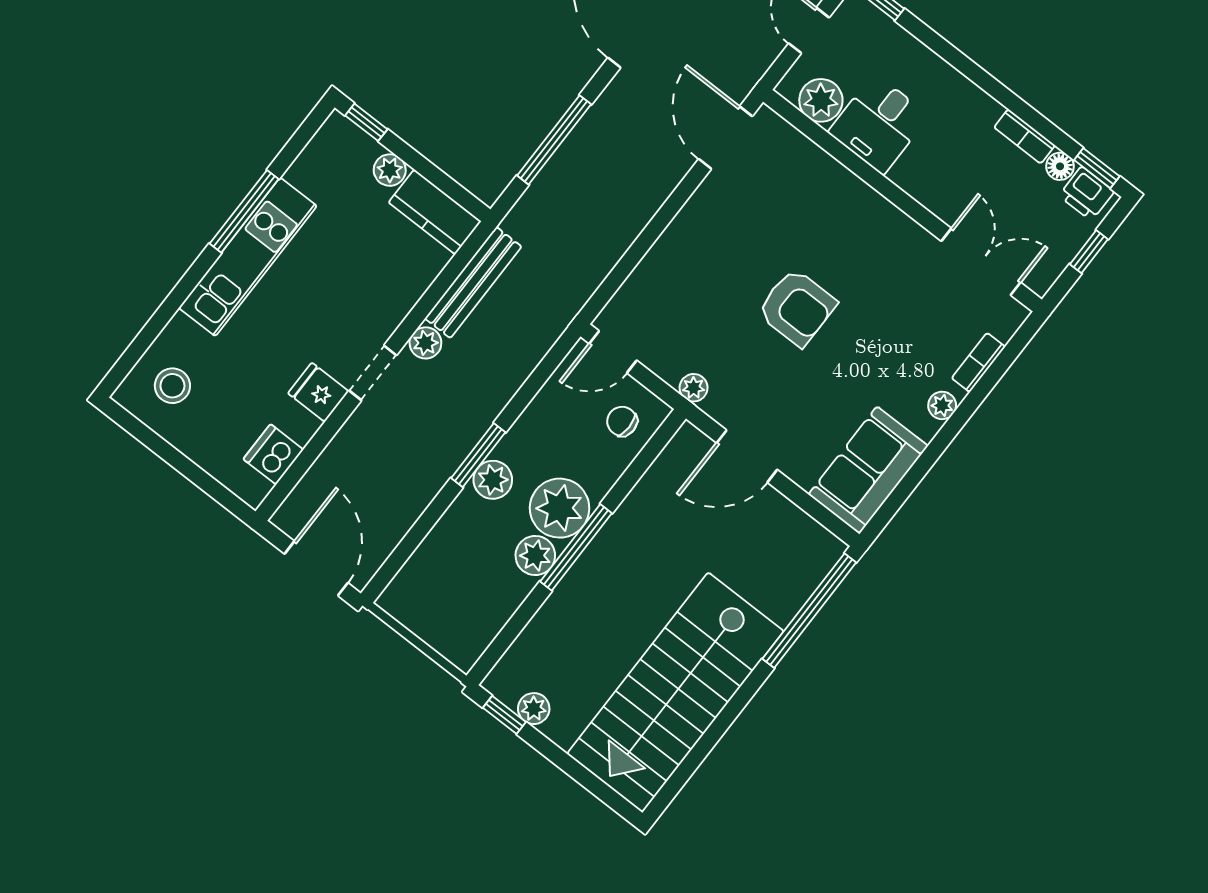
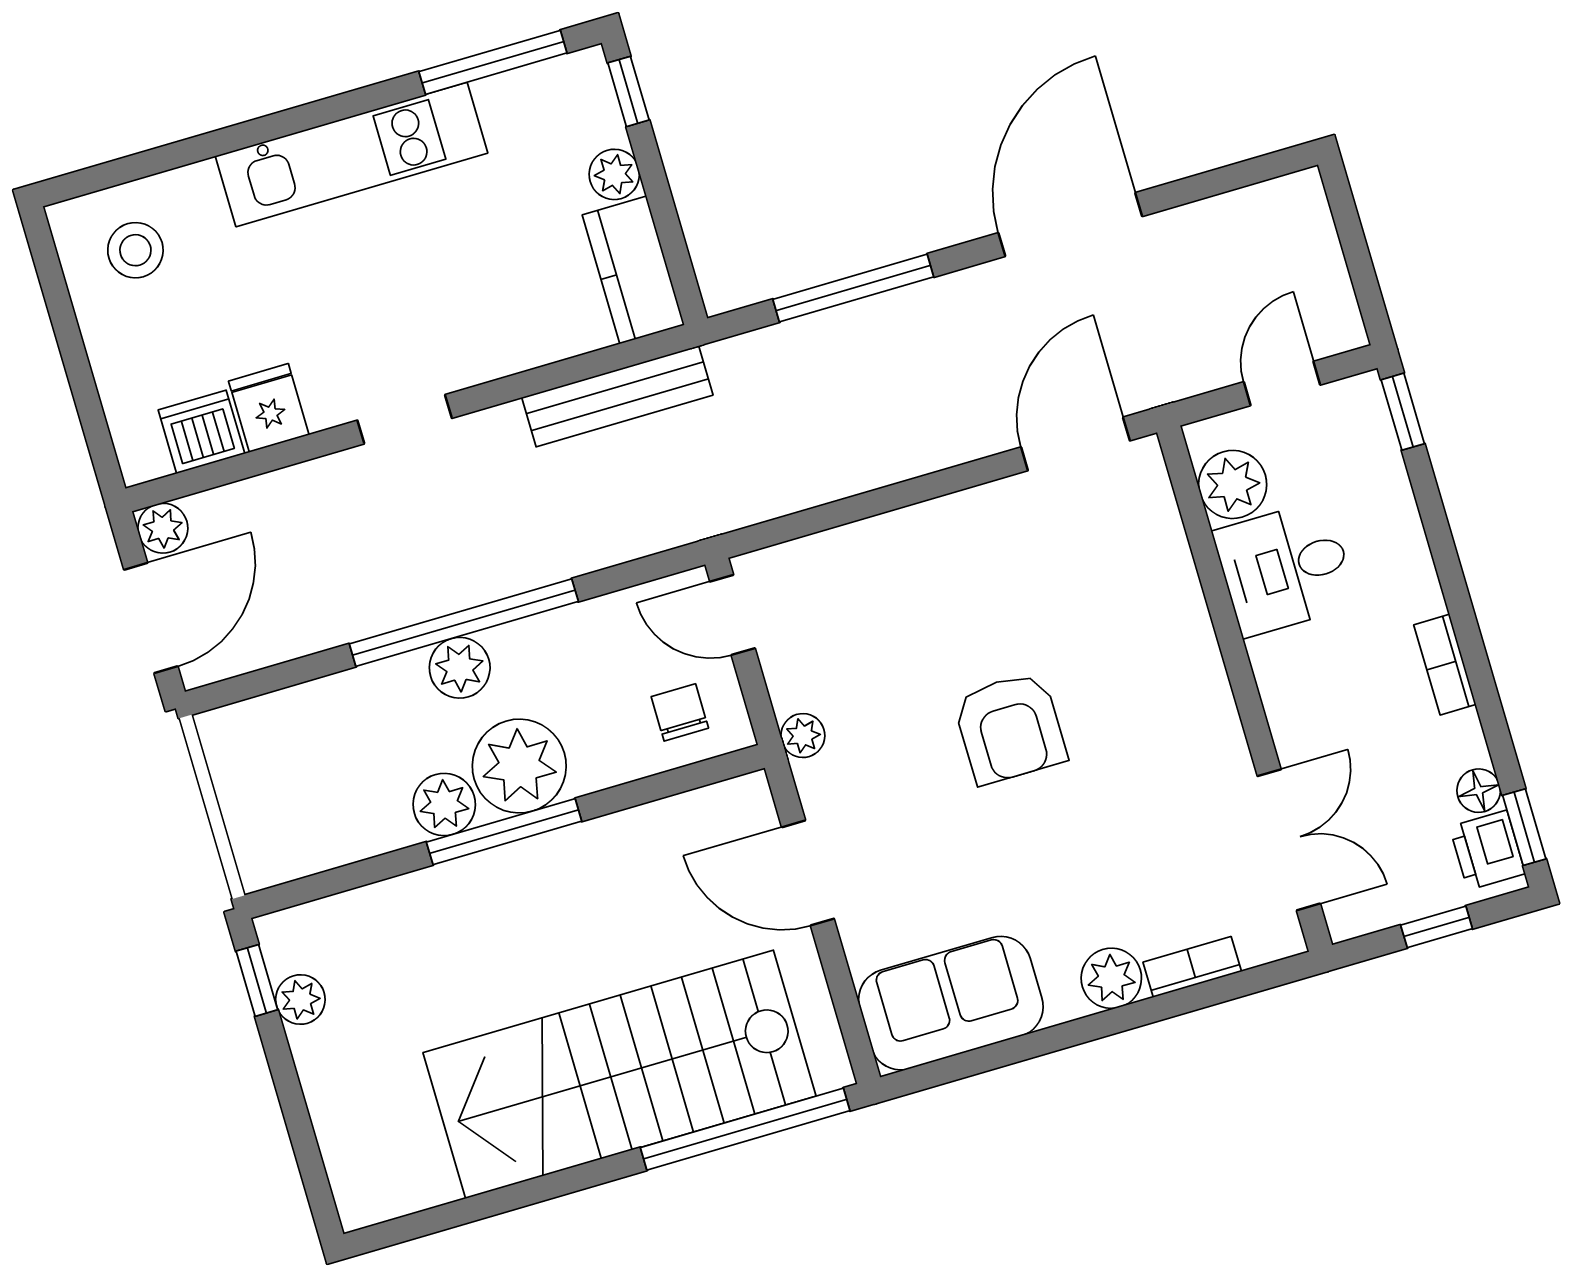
bookcase: (1025, 136) -> (1445, 665), moved
window: (244, 211) -> (493, 62), moved
plant: (425, 343) -> (163, 528), moved
fridge: (318, 392) -> (269, 408), moved
plant: (942, 405) -> (1111, 978), width x1.38, depth x1.38
window: (478, 455) -> (464, 623), width x2.11
stairs: (675, 692) -> (620, 1074), moved

